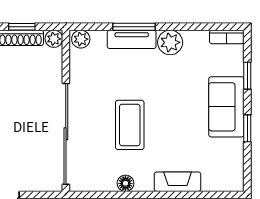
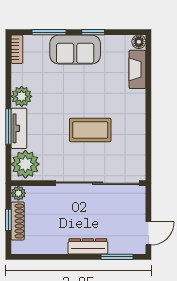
plant: (81, 39) -> (25, 164), width x1.88, depth x1.88
window: (247, 76) -> (49, 32), width x1.50
fireplace: (178, 182) -> (137, 69), moved
floor lamp: (125, 183) -> (139, 42), moved

